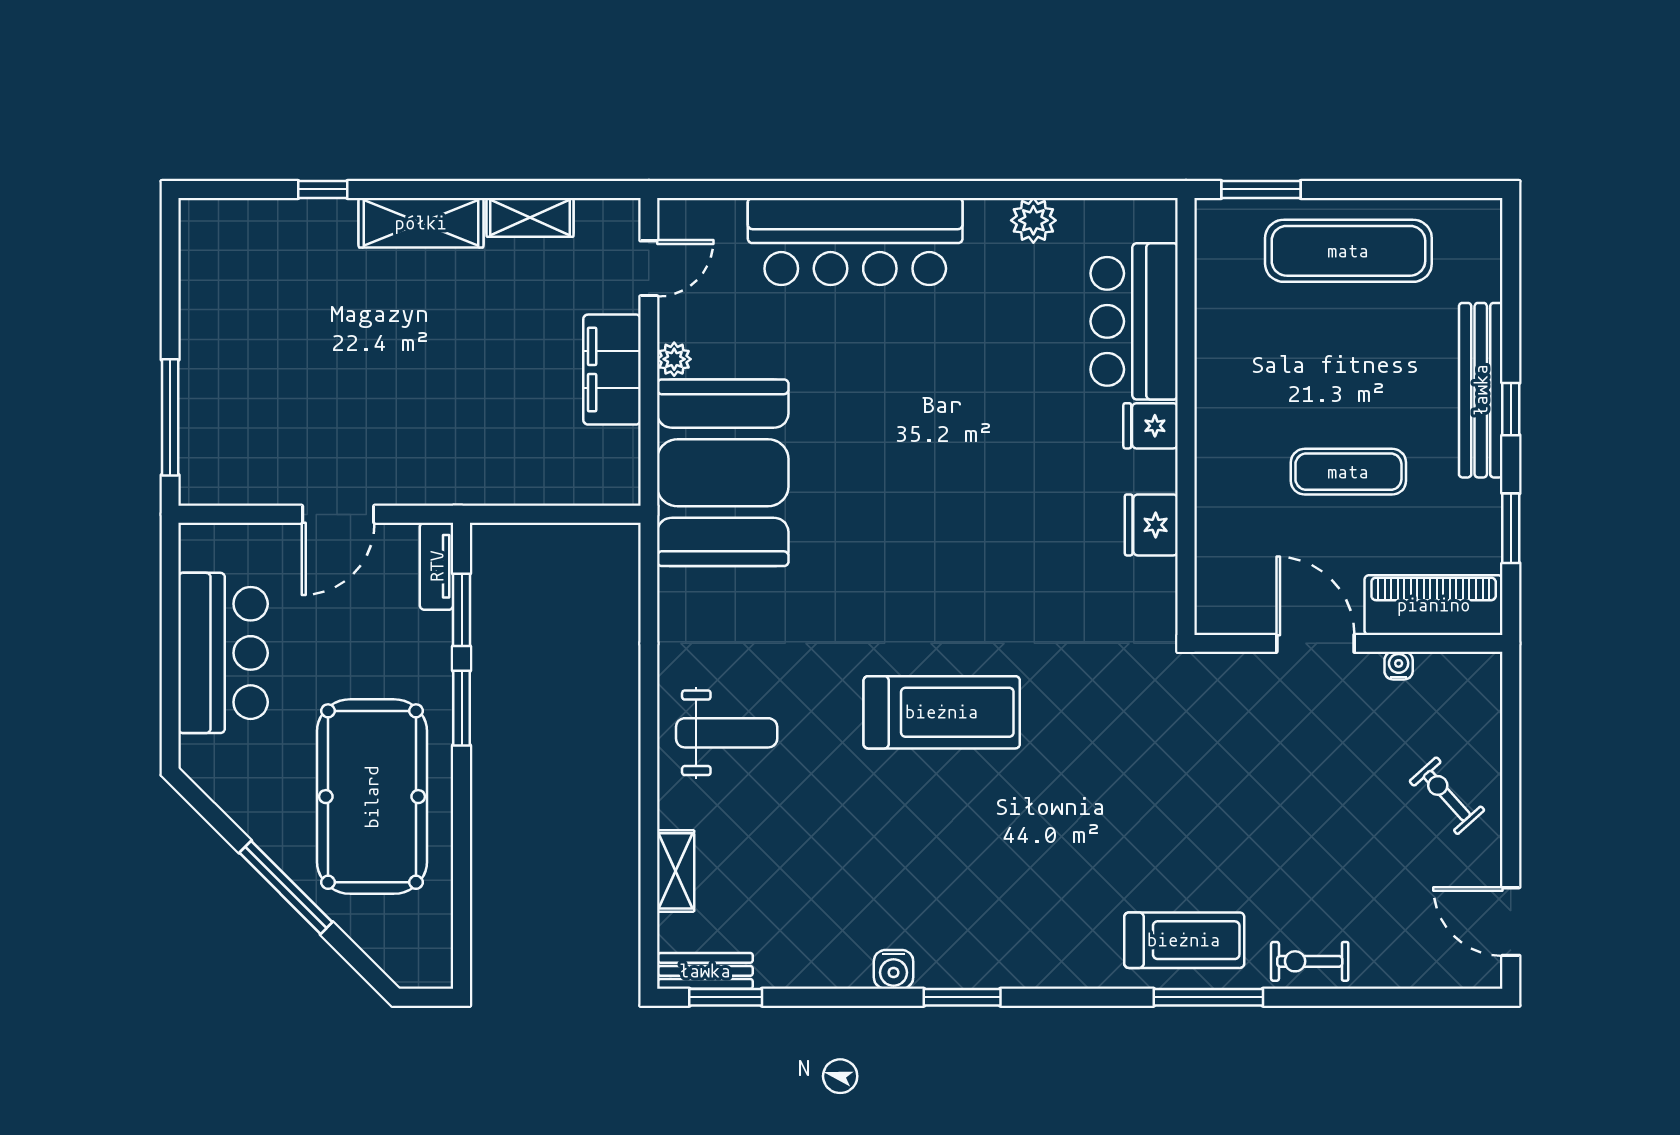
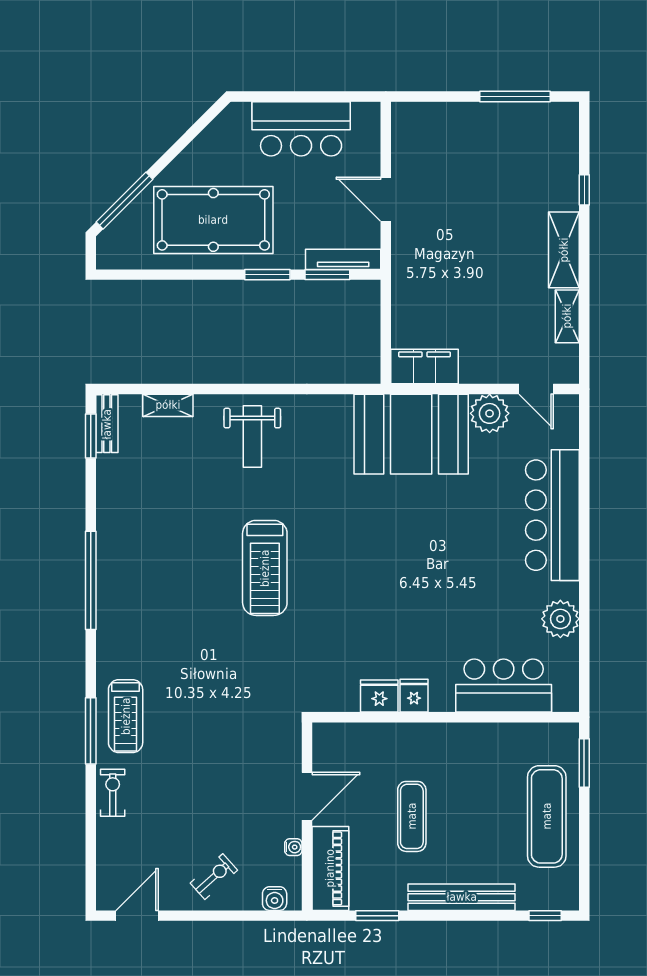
plant: (1033, 220) -> (560, 619), width x1.36, depth x1.36
plant: (674, 359) -> (490, 413), width x1.87, depth x1.87
filing cabinet: (612, 370) -> (425, 367), moved
window: (1511, 409) -> (545, 916), moved
window: (170, 417) -> (515, 97), moved
fridge: (1151, 426) -> (414, 696), moved
tv unit: (437, 566) -> (343, 259), width x1.41
window: (286, 887) -> (125, 201), moved
water cooler: (894, 969) -> (275, 899), moved, turned -90
window: (962, 997) -> (91, 580), width x2.11

